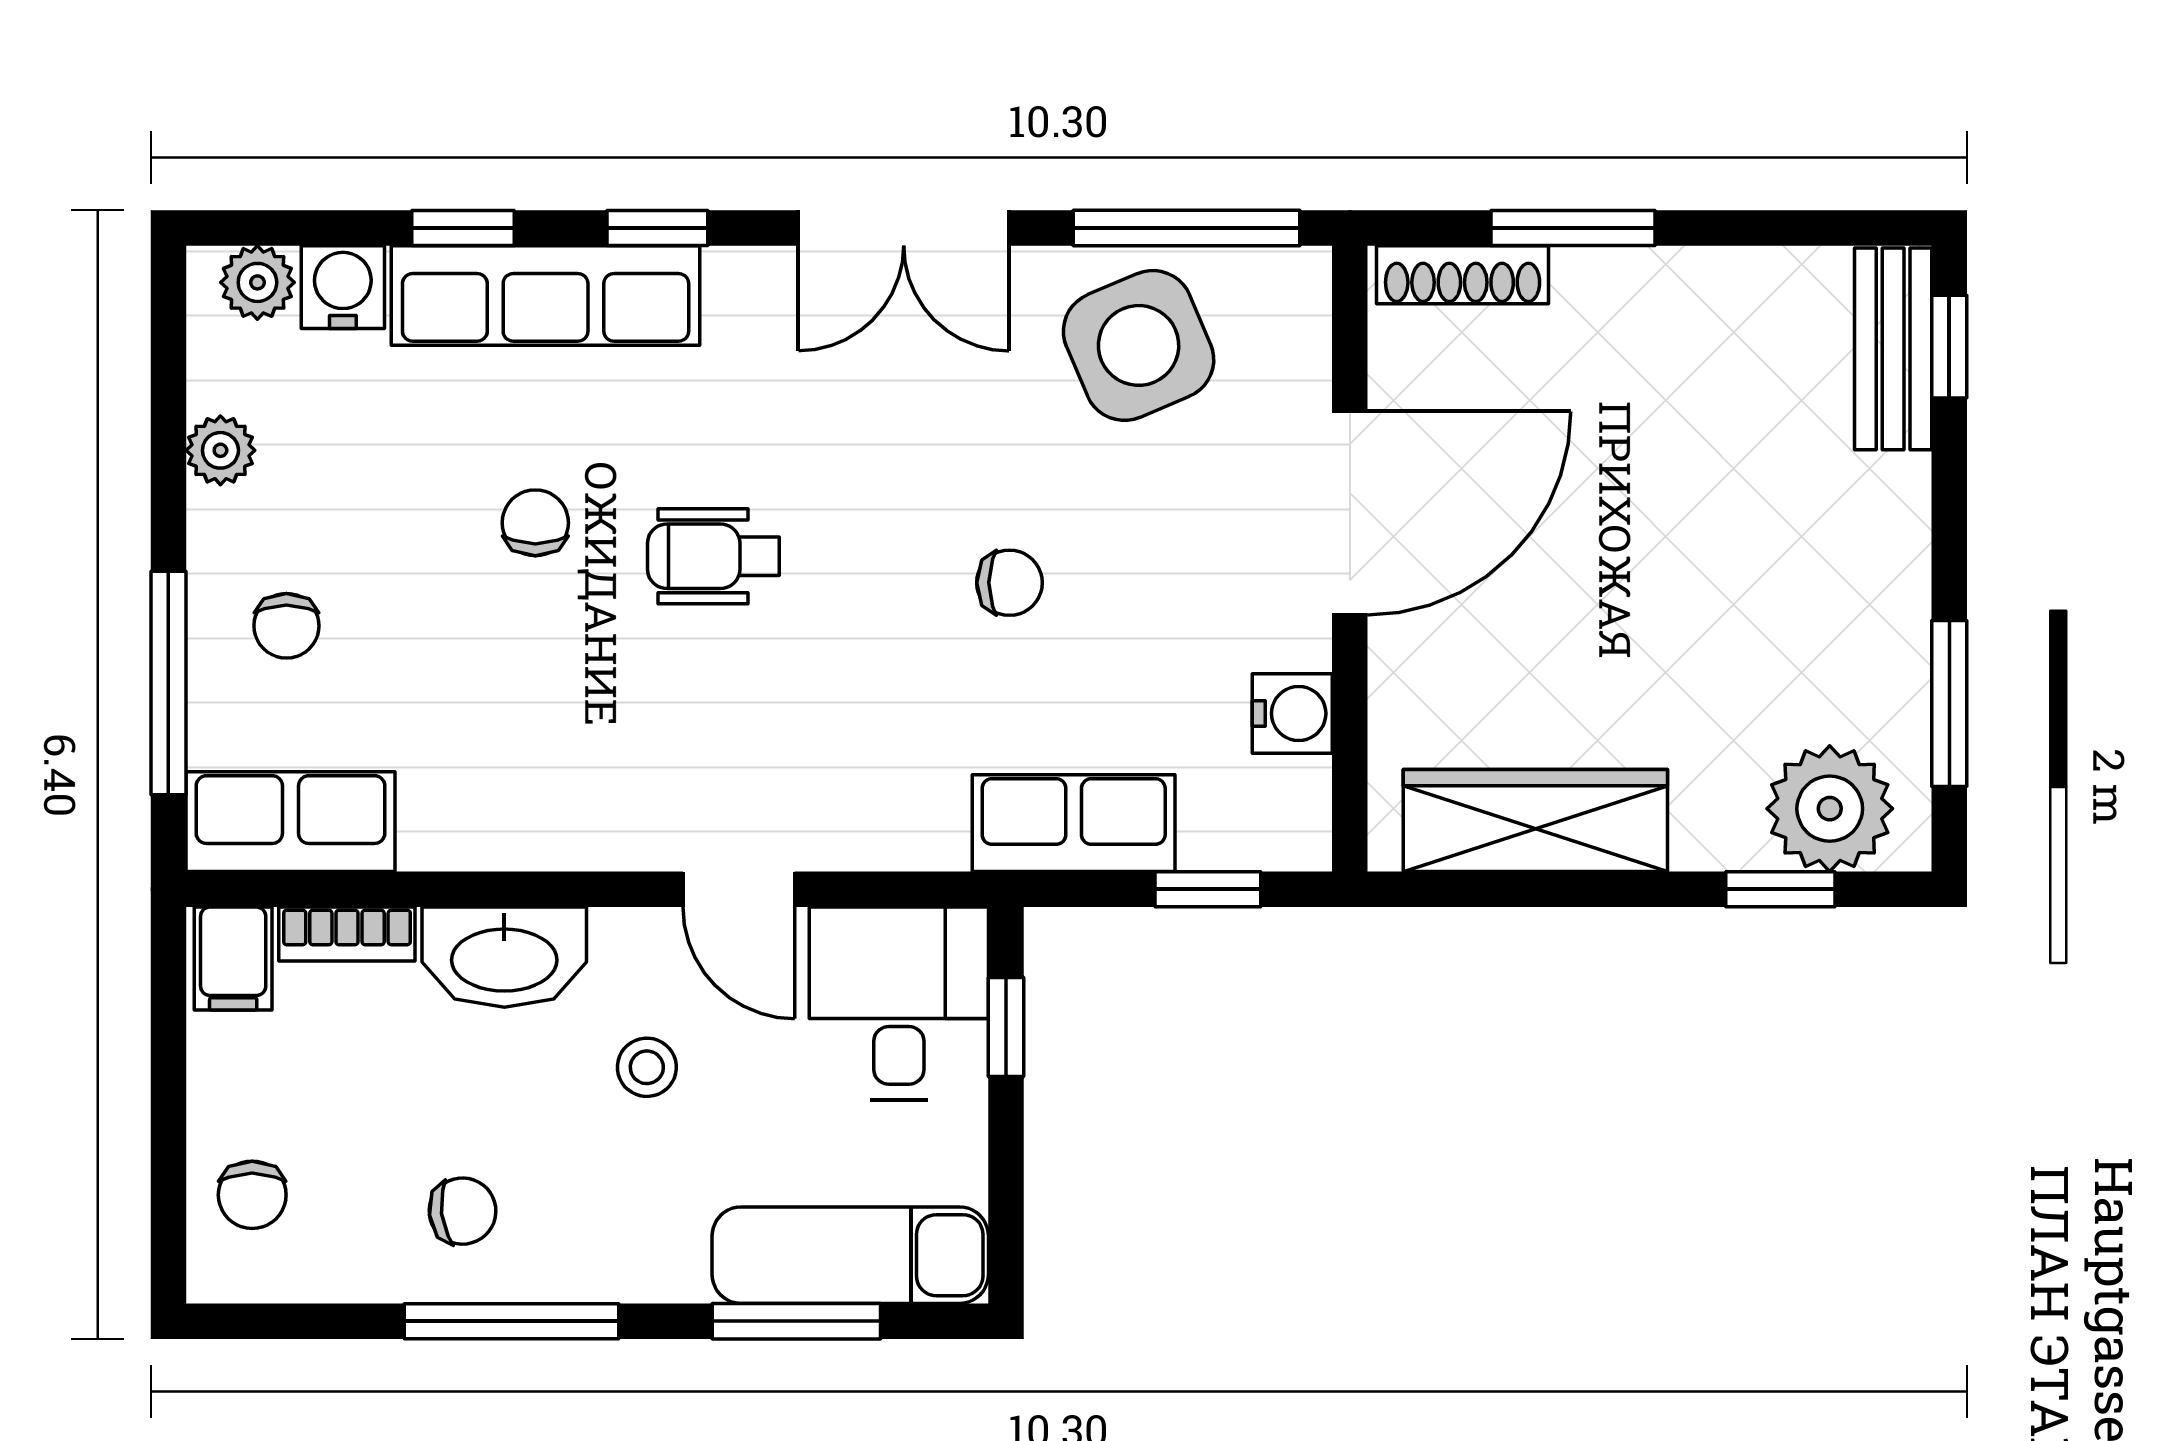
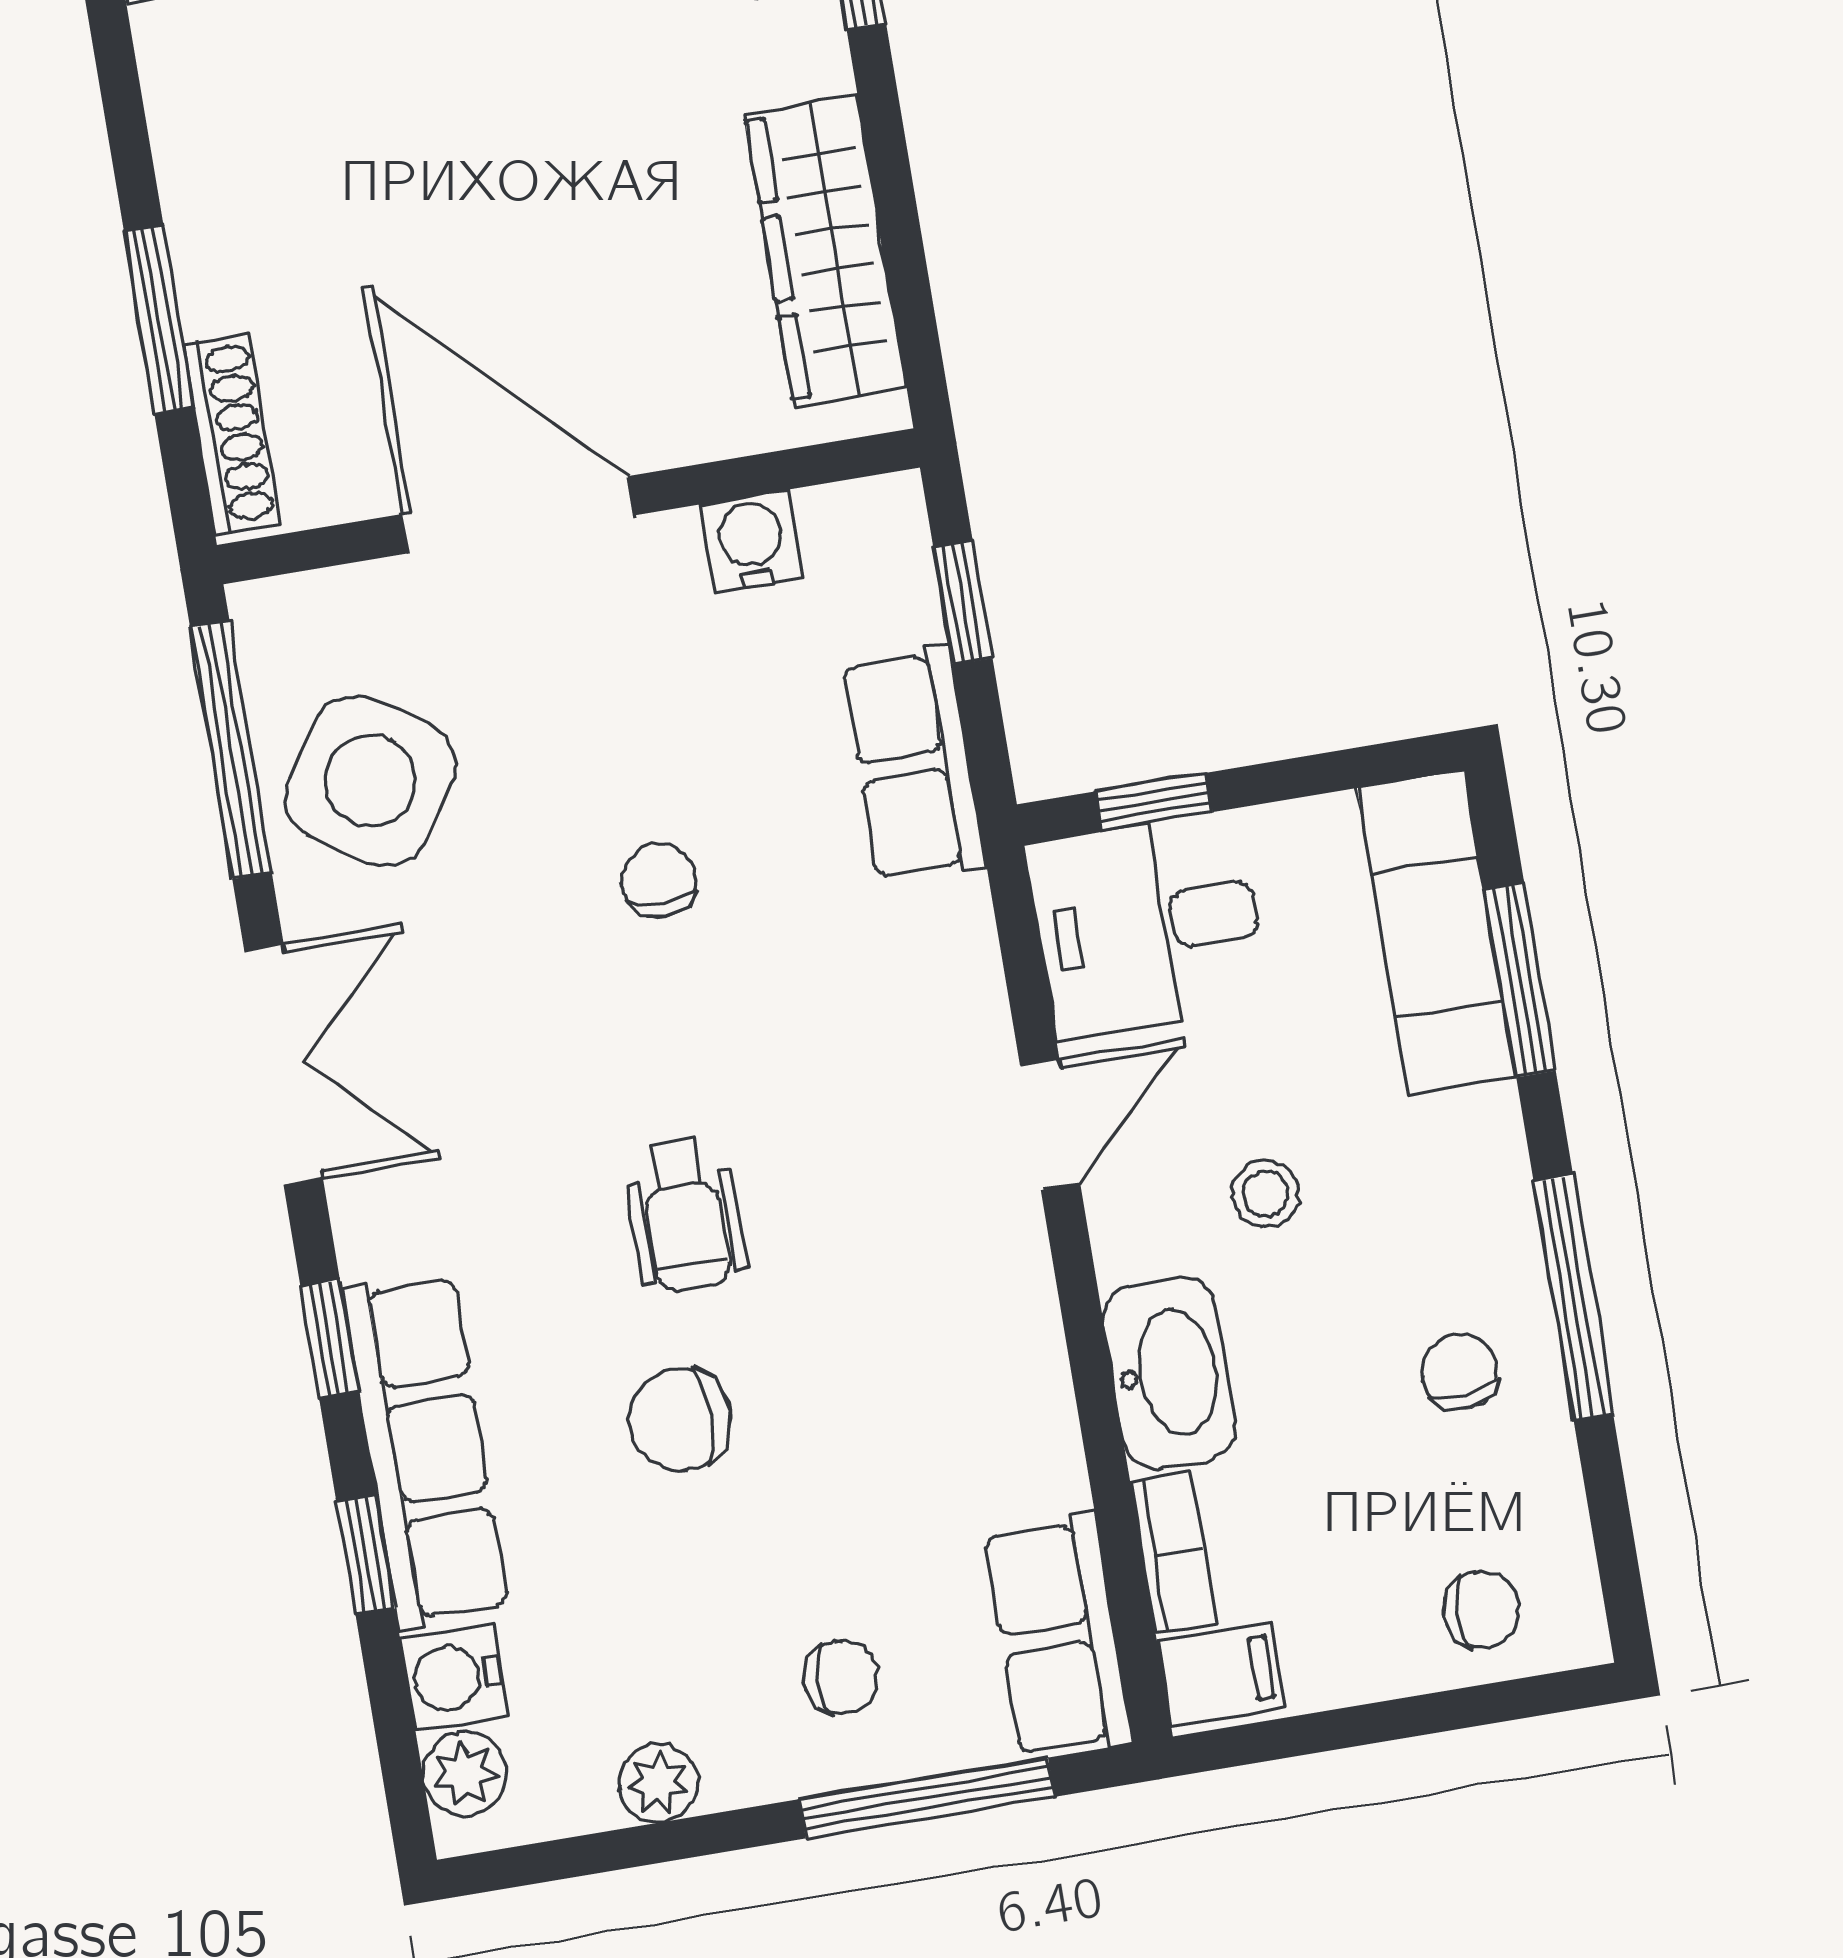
side table: (1139, 345) -> (371, 781), turned -34
chair: (535, 523) -> (680, 1419), width x1.37, depth x1.37

